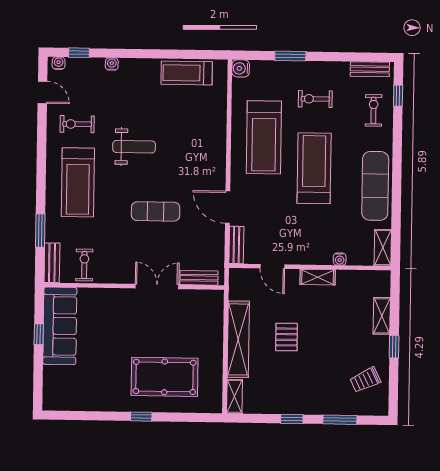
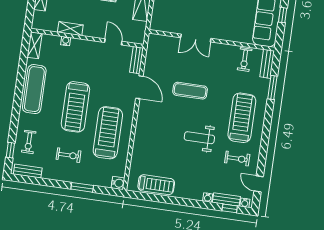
shelving: (318, 277) -> (70, 29), moved
bench: (199, 278) -> (226, 199), moved

